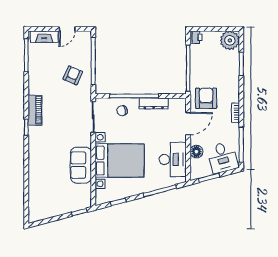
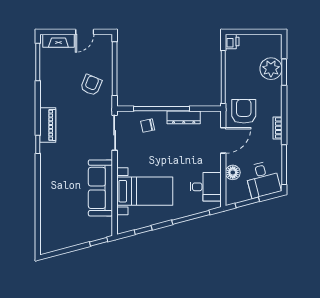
plant: (230, 40) -> (271, 69), moved
desk: (173, 160) -> (206, 187), width x0.73
bed with nightstands: (120, 161) -> (145, 191), width x0.73
sofa: (81, 165) -> (100, 188), width x1.36

